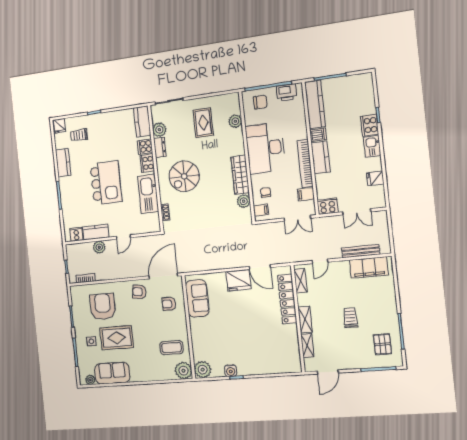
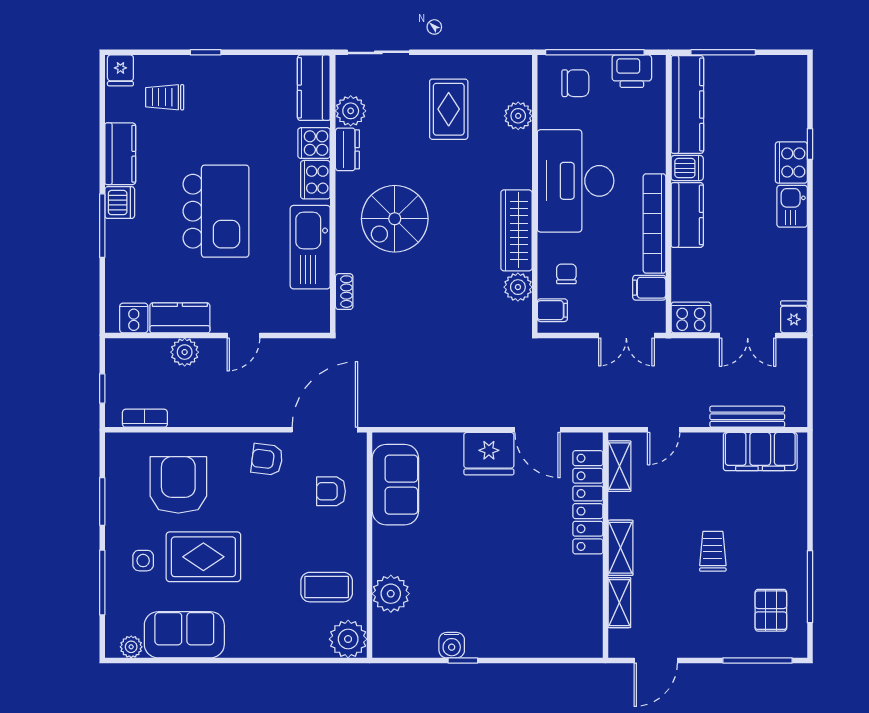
fridge: (375, 178) -> (794, 317), moved, turned 90
dishwasher: (65, 184) -> (120, 203), added
plant: (203, 370) -> (391, 594), moved

